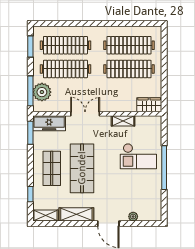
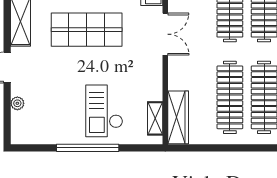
wardrobe: (149, 105) -> (178, 117), width x1.50
shelving: (123, 121) -> (155, 118), moved

